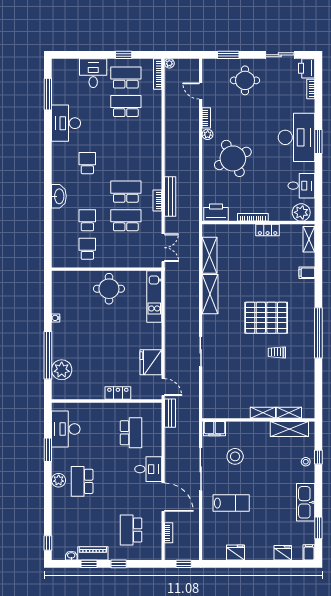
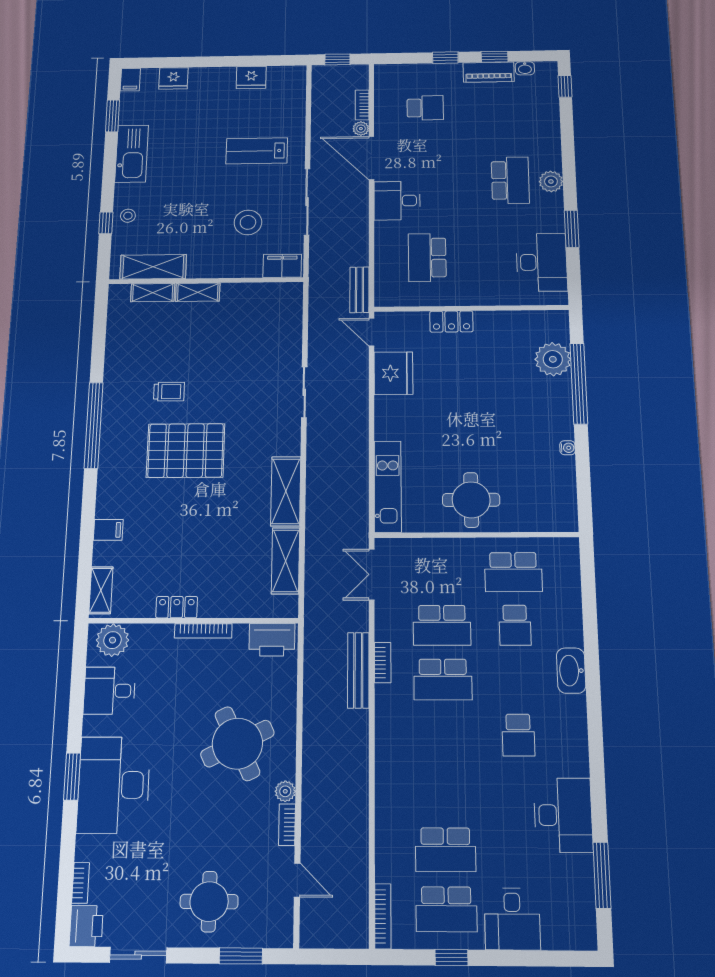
plant: (169, 63) -> (361, 129), moved
school desk: (87, 249) -> (513, 572), width x1.85
school desk: (131, 530) -> (425, 108), width x0.54

